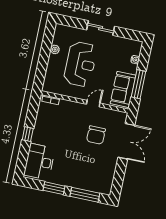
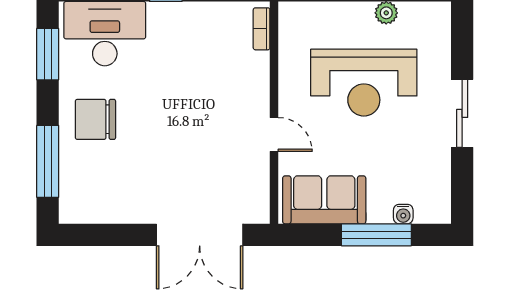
window: (139, 84) -> (376, 235), moved
chair: (96, 135) -> (95, 119), moved
window: (54, 188) -> (48, 54), moved

